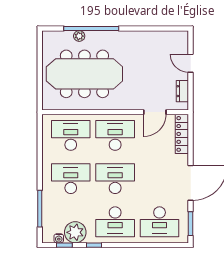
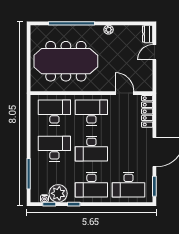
plant: (79, 36) -> (109, 30), moved
door: (191, 63) -> (154, 52), hinge flipped
dresser: (182, 91) -> (148, 34), moved
door: (155, 112) -> (125, 93), swing flipped
desk: (115, 179) -> (91, 149), turned 180

